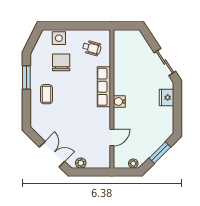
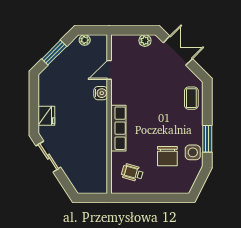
side table: (59, 38) -> (193, 152), moved
coffee table: (46, 94) -> (191, 98), moved
water cooler: (119, 101) -> (101, 93), moved
double door: (52, 154) -> (178, 51), swing flipped

